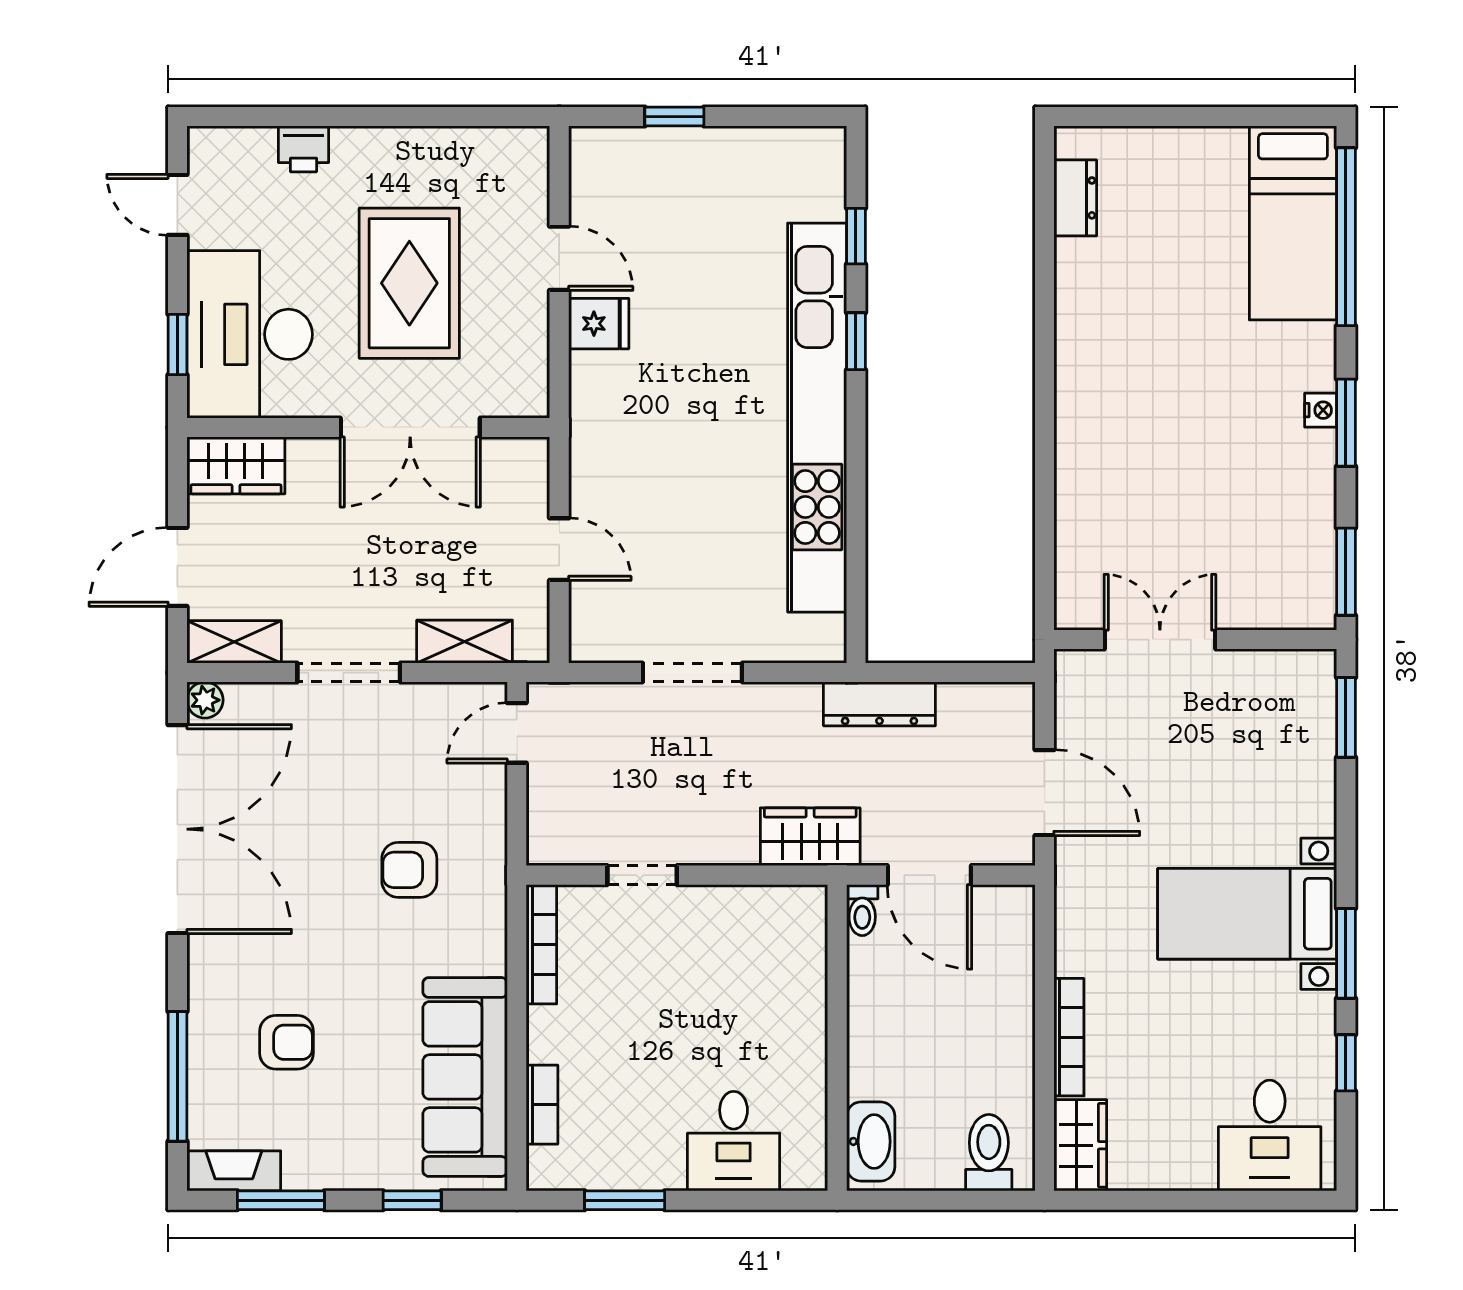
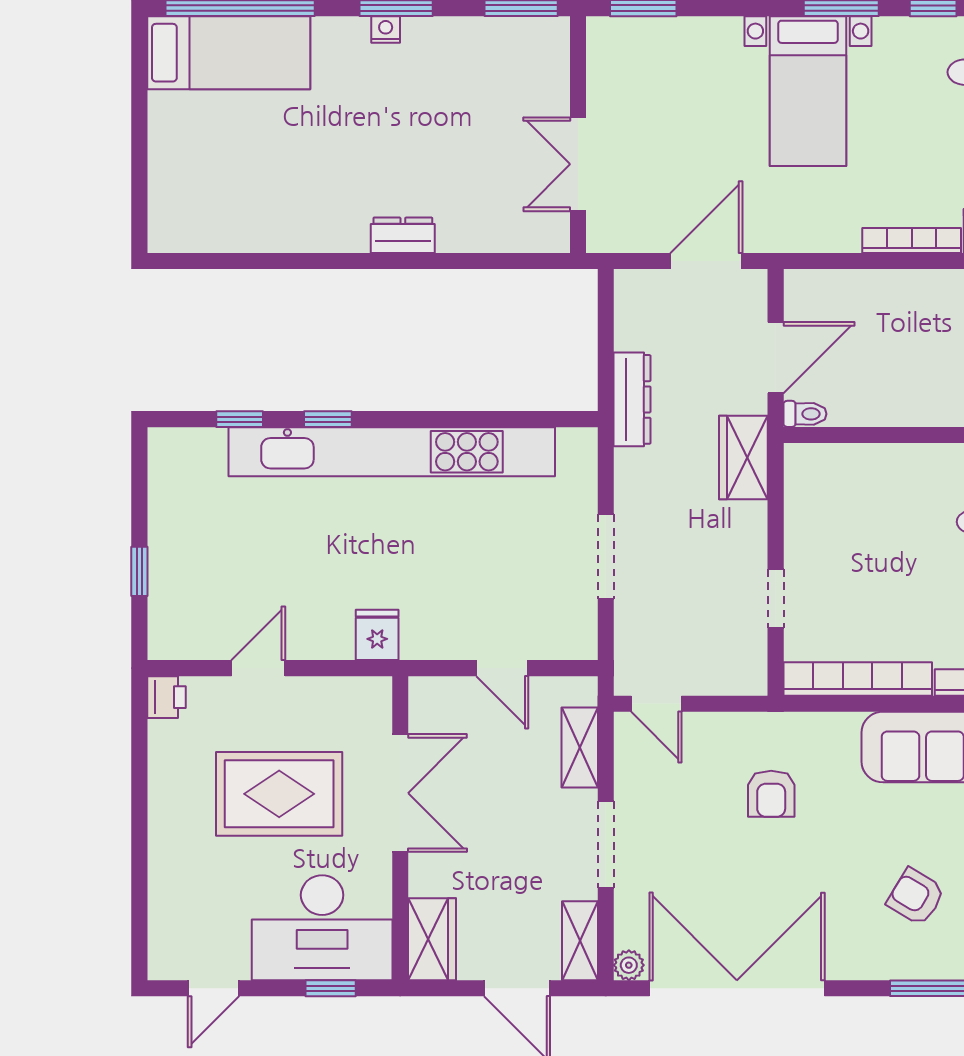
printer: (303, 149) -> (166, 697), moved
dresser: (1075, 198) -> (403, 235), moved
fridge: (599, 324) -> (377, 635), moved
door: (559, 549) -> (502, 668), swing flipped
bookcase: (541, 944) -> (858, 679), width x1.48, depth x1.31
armchair: (287, 1042) -> (916, 897), turned -59

